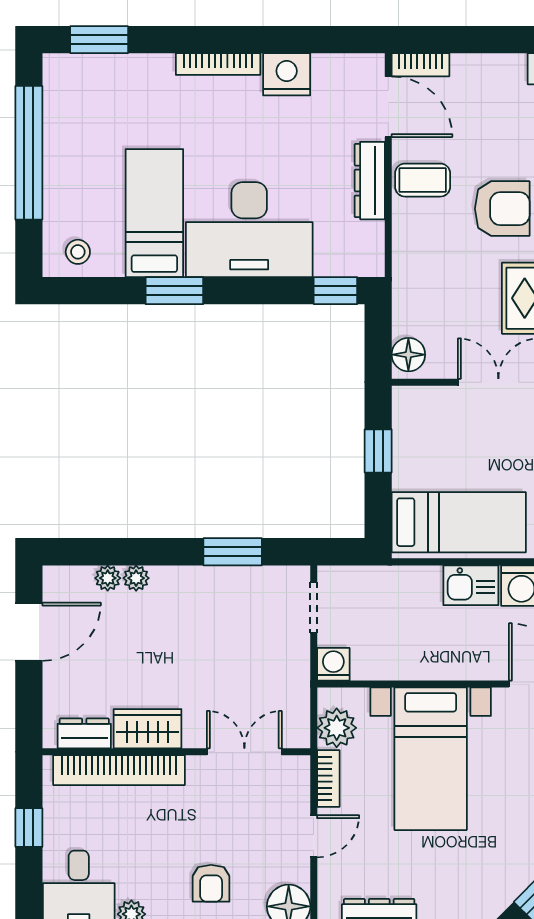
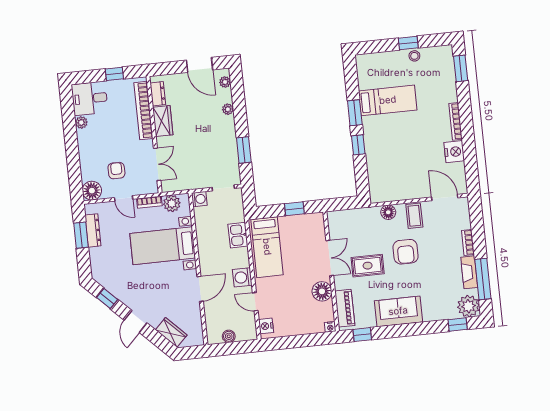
bookcase: (421, 65) -> (468, 243), moved
door: (388, 107) -> (445, 197), swing flipped
window: (29, 153) -> (408, 43), width x0.32
dresser: (370, 181) -> (412, 193), removed
desk: (249, 230) -> (385, 142), removed
stool: (78, 252) -> (414, 56), moved
window: (335, 291) -> (358, 145), moved
floor lamp: (408, 355) -> (388, 212), moved
plant: (108, 578) -> (225, 82), moved
kitchen sink: (471, 585) -> (238, 235), moved
armchair: (211, 883) -> (116, 171), moved, turned 90

